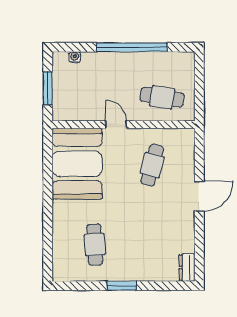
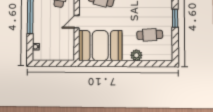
window: (48, 88) -> (54, 63), removed
plant: (61, 223) -> (136, 55), added

